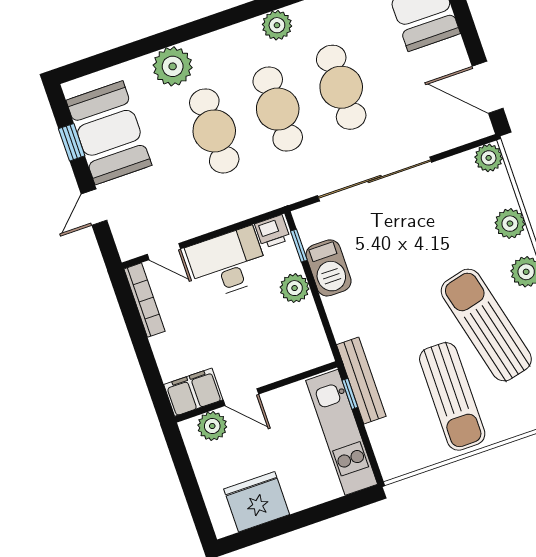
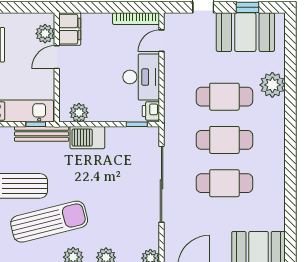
plant: (277, 25) -> (276, 157), removed
barbecue: (329, 268) -> (87, 138), moved
plant: (295, 288) -> (79, 113), moved

